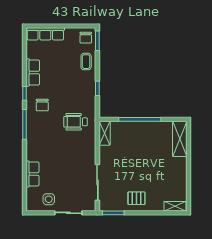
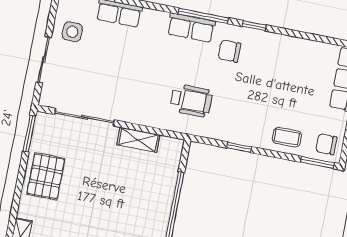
row of seats: (33, 73) -> (191, 28), moved
wheelchair: (76, 122) -> (191, 101), turned 90
shelving: (105, 133) -> (138, 140), moved
pallet: (136, 198) -> (46, 176), width x1.50, depth x1.42

